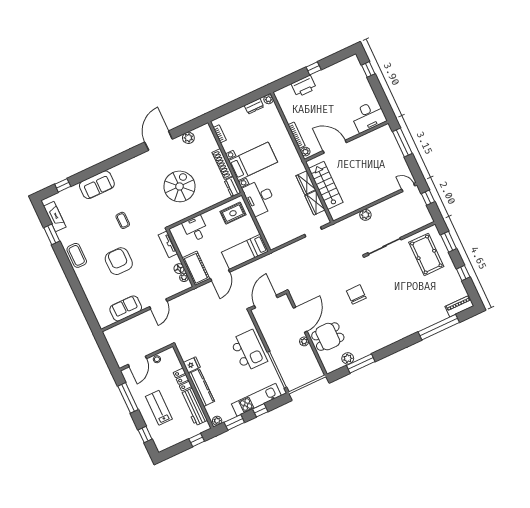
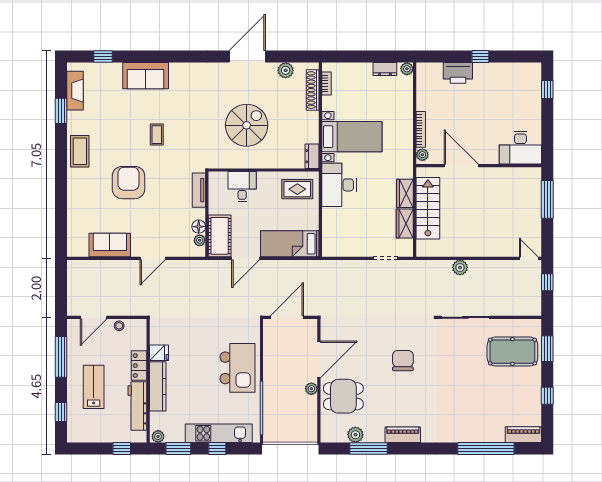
shoe rack: (222, 164) -> (313, 90), moved
pool table: (426, 254) -> (512, 352), turned 90
piano: (379, 344) -> (403, 435), added

